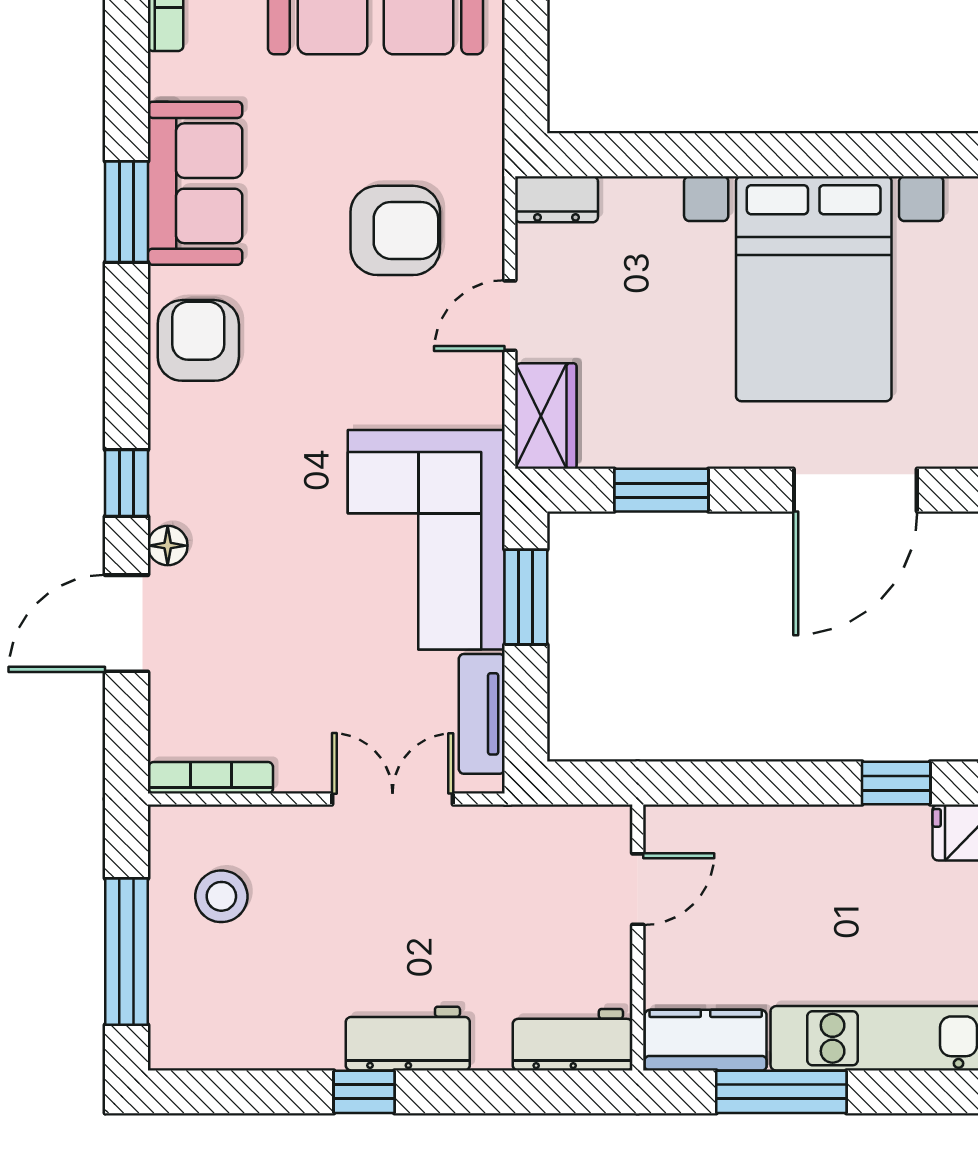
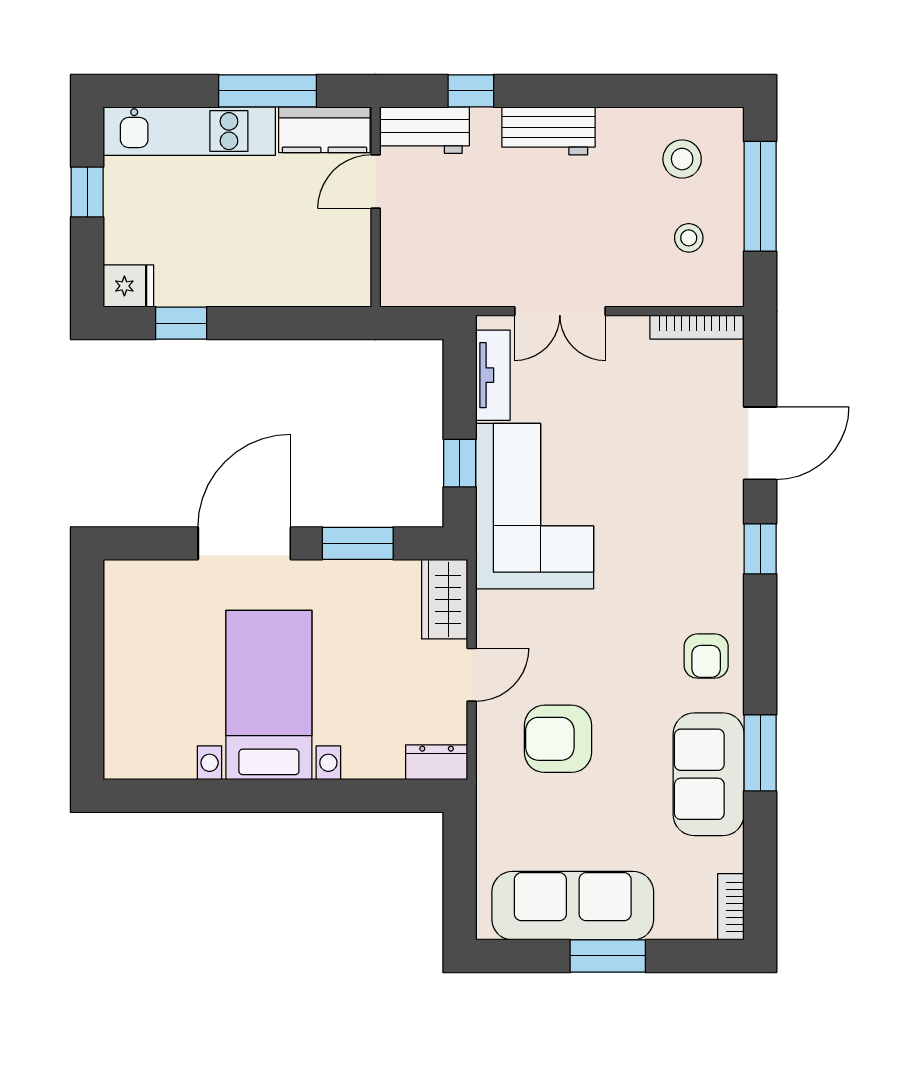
bed with nightstands: (814, 289) -> (269, 695), width x0.73
armchair: (198, 340) -> (706, 656), width x0.72, depth x0.72
door: (855, 490) -> (244, 543), moved
floor lamp: (168, 546) -> (729, 502), removed
window: (526, 597) -> (460, 463), width x0.67
door: (638, 889) -> (376, 182), moved
stool: (221, 896) -> (689, 238), width x0.73, depth x0.73
stool: (230, 1001) -> (682, 159), added
window: (364, 1092) -> (471, 91), moved

